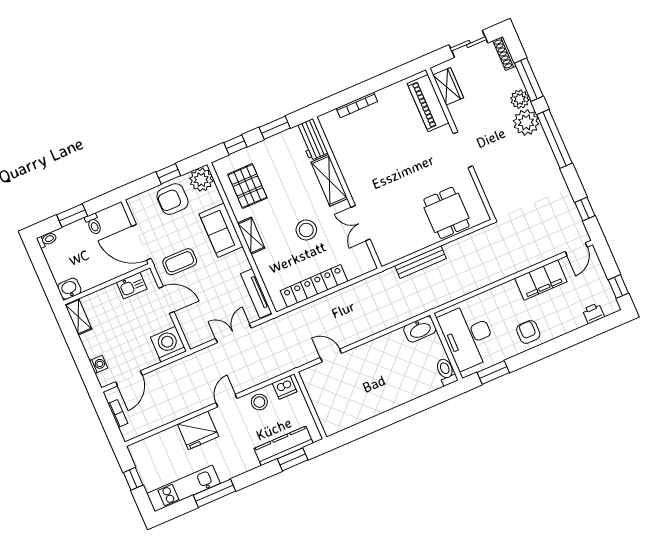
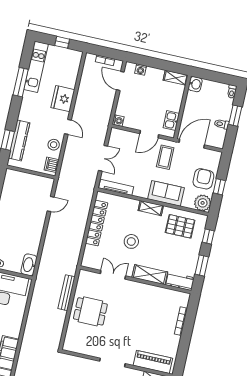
dining table: (447, 213) -> (90, 311), moved
washing machine: (168, 344) -> (118, 121), width x0.53, depth x0.53

